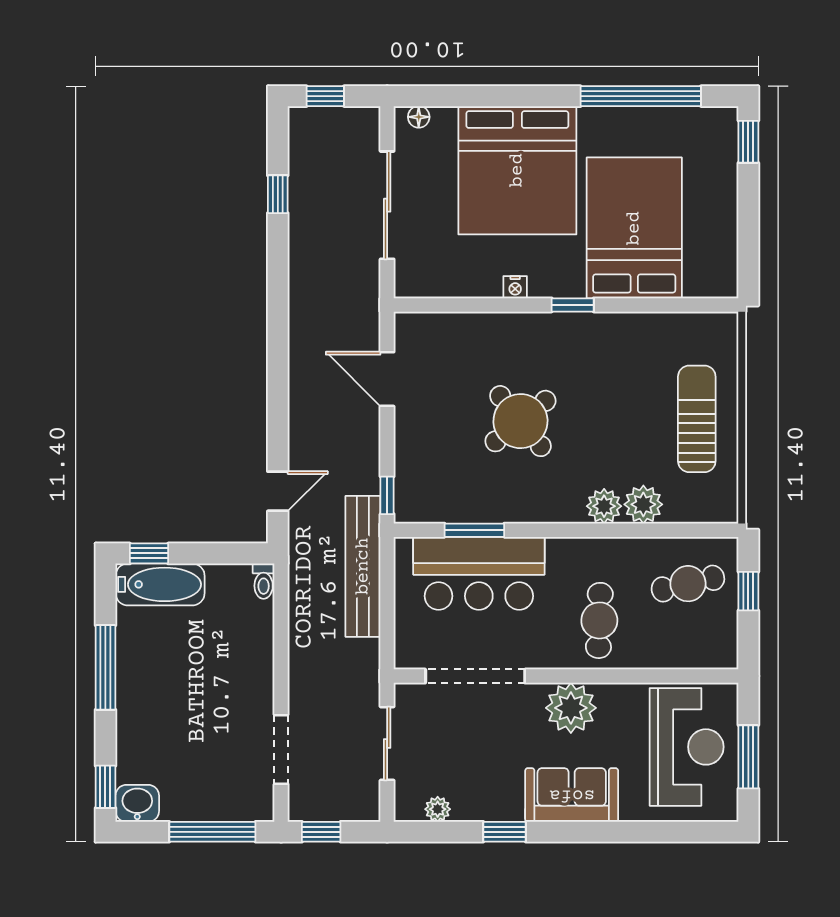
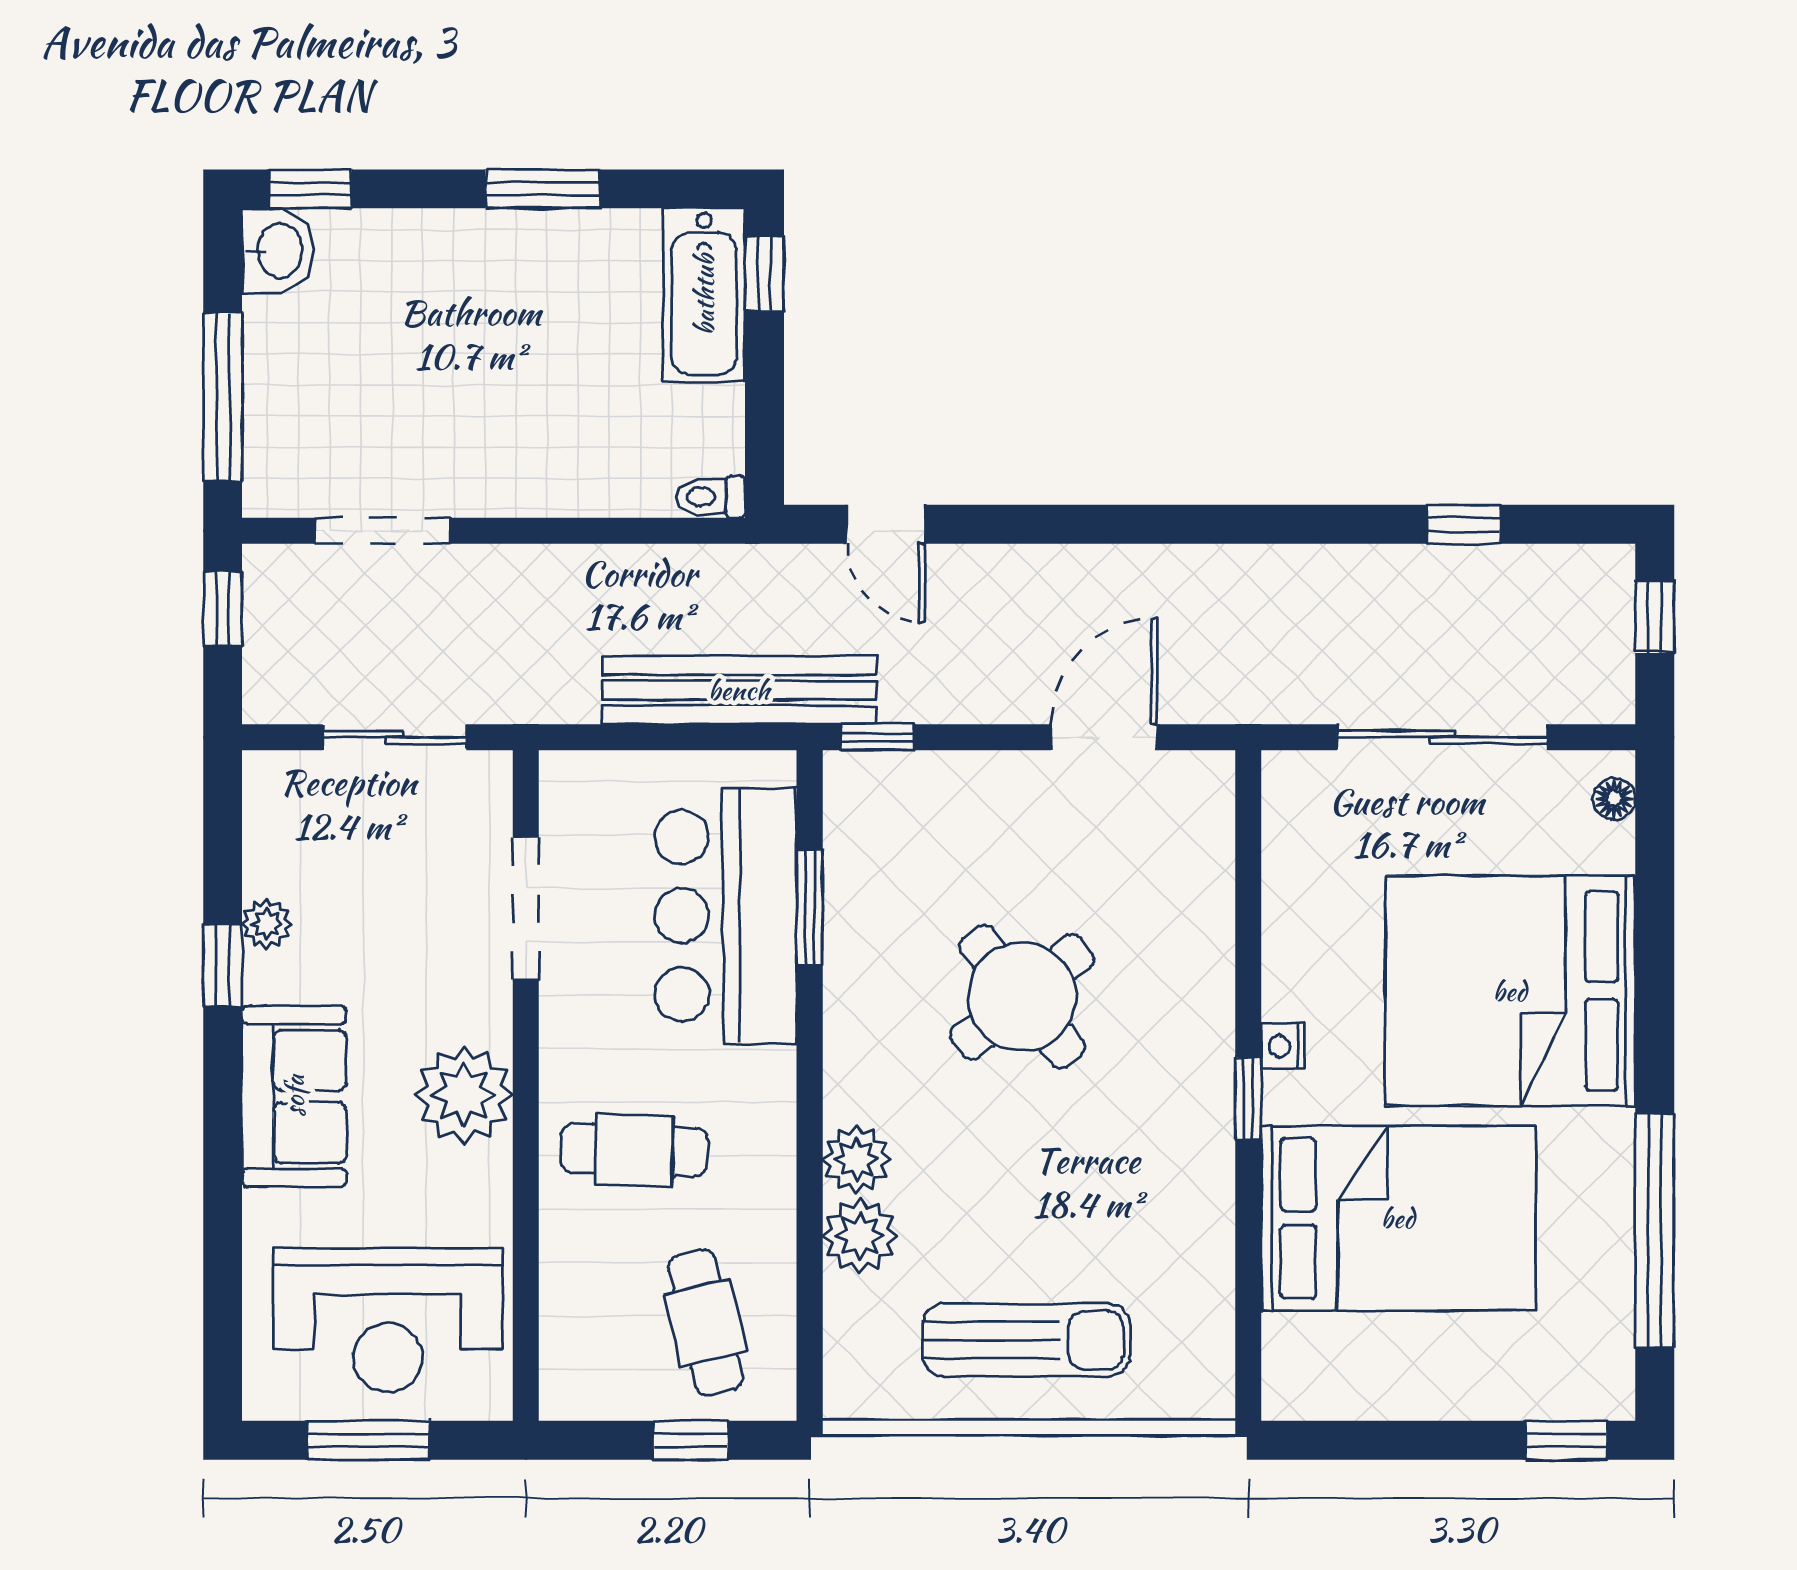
nightstand: (515, 287) -> (1283, 1046), moved
window: (105, 667) -> (543, 189), width x0.69
doorway: (475, 676) -> (526, 909), width x0.73
plant: (438, 809) -> (267, 924), moved

